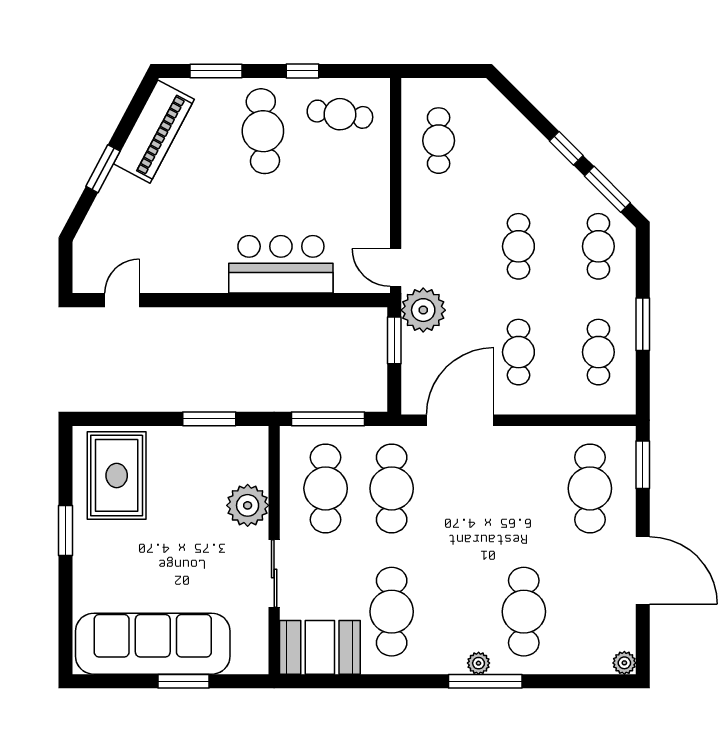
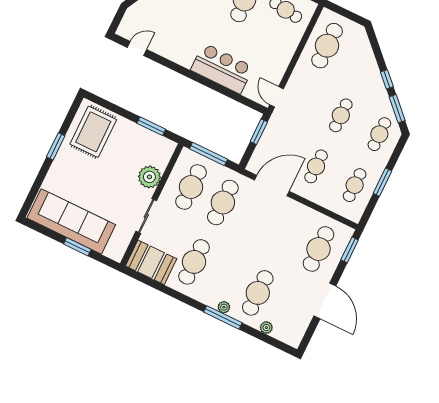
cafe table: (439, 141) -> (327, 46), width x1.37, depth x1.35
plant: (423, 310) -> (280, 124), removed
plant: (624, 663) -> (266, 328), moved

